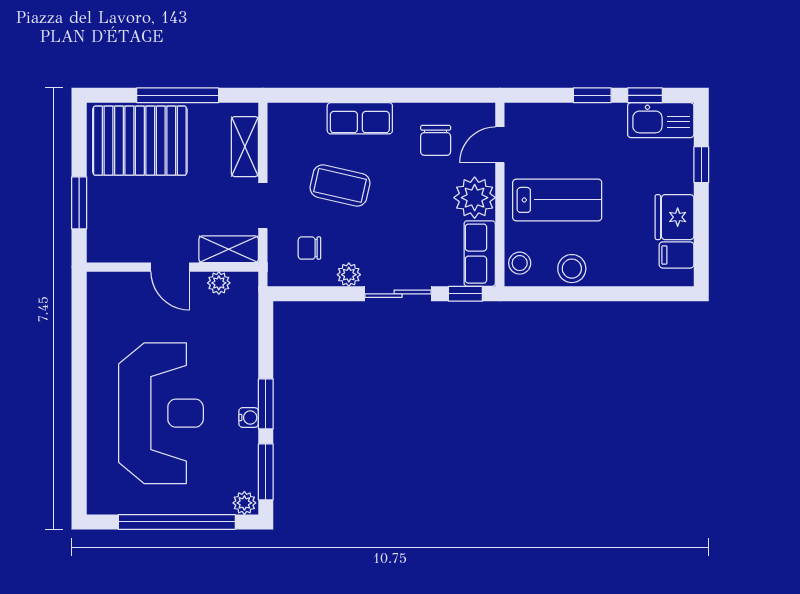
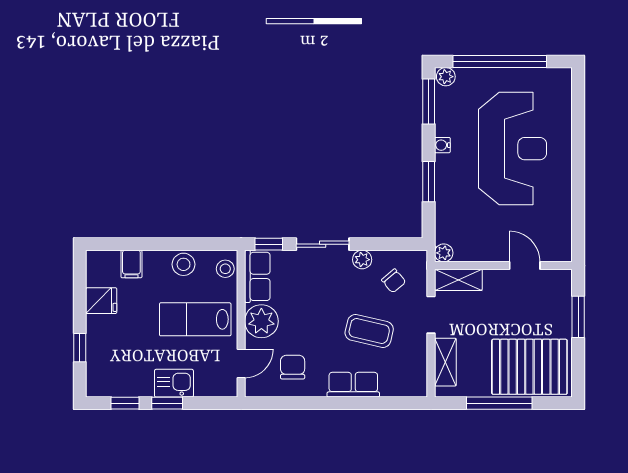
kitchen sink: (661, 120) -> (174, 383), moved, width x0.73
fridge: (675, 217) -> (101, 301), width x0.72
chair: (309, 248) -> (394, 281), turned 50
filing cabinet: (677, 255) -> (131, 264), moved, turned 90
door: (170, 267) -> (525, 266), moved
plant: (219, 283) -> (444, 253), moved
window: (266, 404) -> (429, 182), moved
reception desk: (161, 413) -> (513, 149), turned 180

